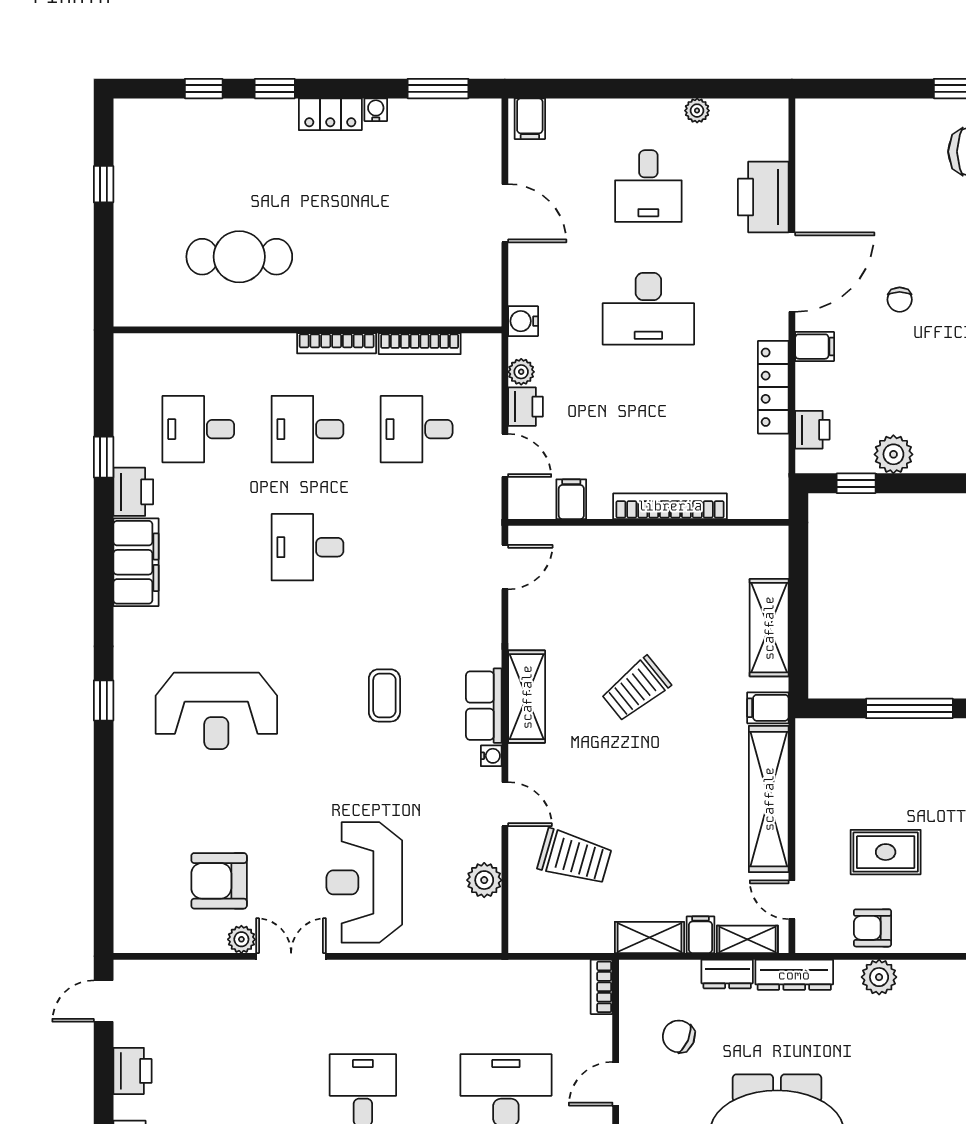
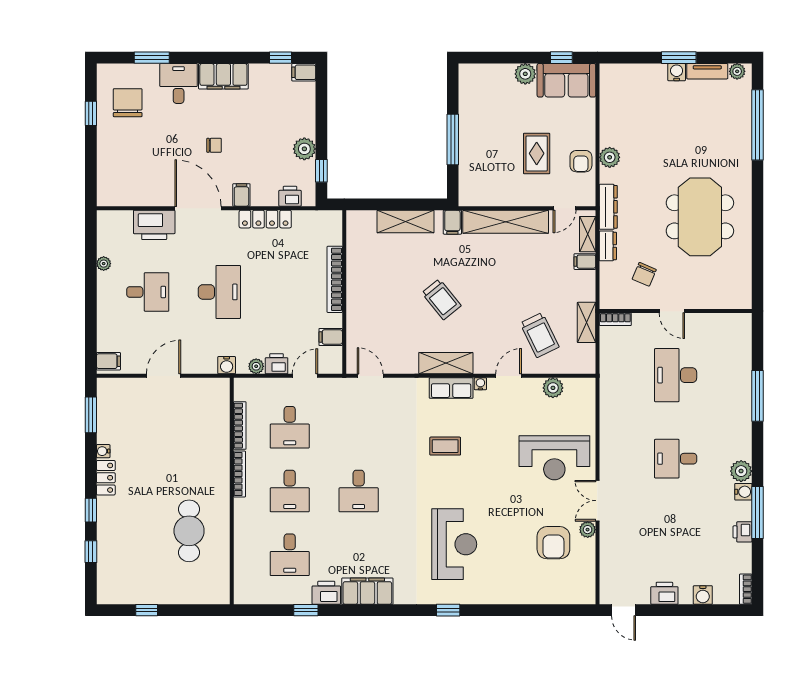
trolley: (575, 857) -> (540, 335), turned 138
shelving: (649, 937) -> (586, 322), moved

